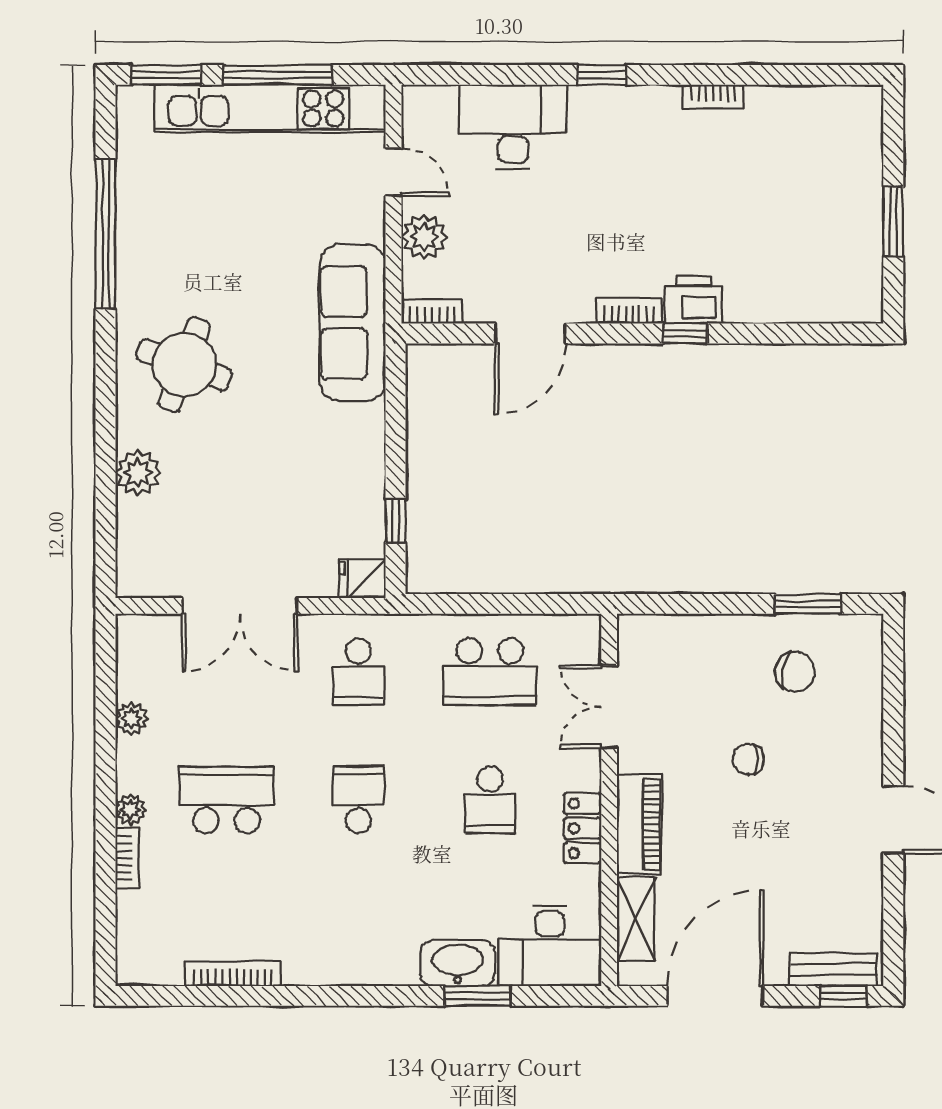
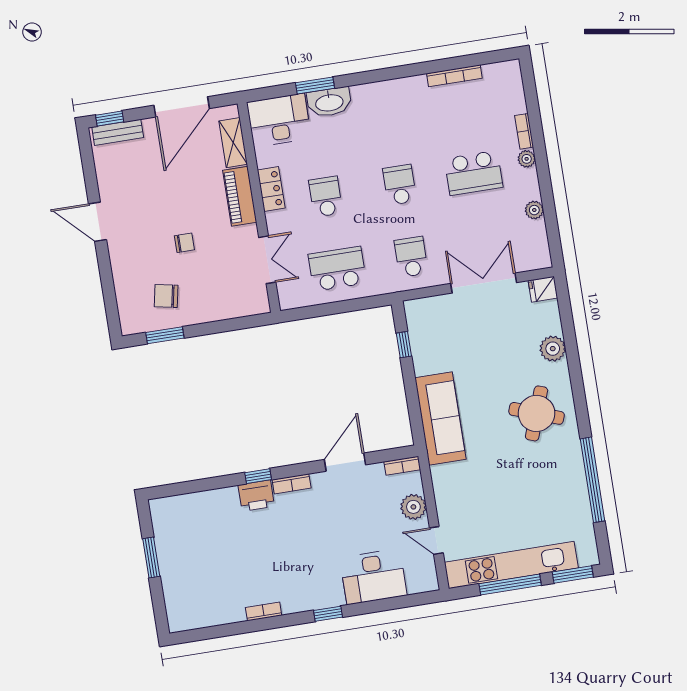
sofa: (352, 323) -> (440, 418), moved
fridge: (362, 579) -> (543, 289), moved, turned 180
school desk: (358, 800) -> (400, 185), turned 180

